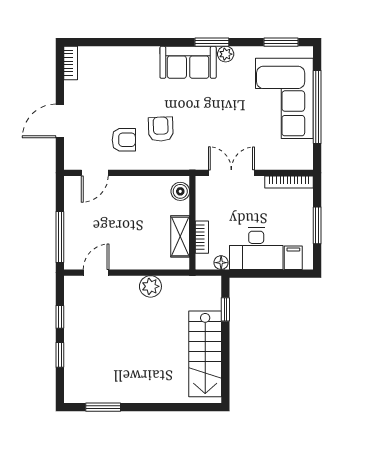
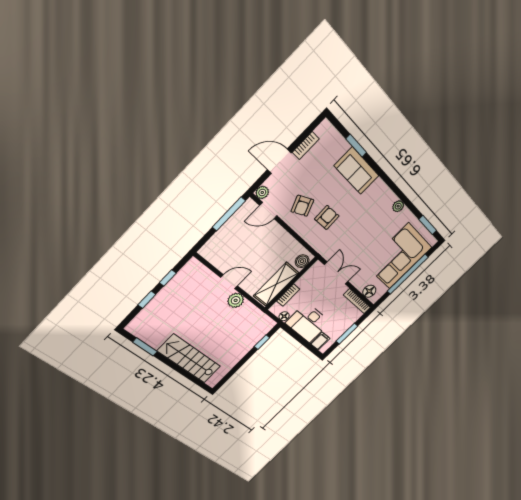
window: (212, 42) -> (356, 146), moved
sofa: (188, 62) -> (357, 171), moved
bookcase: (71, 63) -> (306, 146), moved
armchair: (124, 140) -> (302, 206), turned 66
floor lamp: (292, 160) -> (369, 291), added
plant: (72, 162) -> (262, 192), added
shelving: (180, 236) -> (276, 284), width x1.50, depth x1.33
window: (60, 237) -> (229, 214), moved
door: (96, 273) -> (229, 282), moved
stairs: (205, 354) -> (189, 359), moved, turned 90

